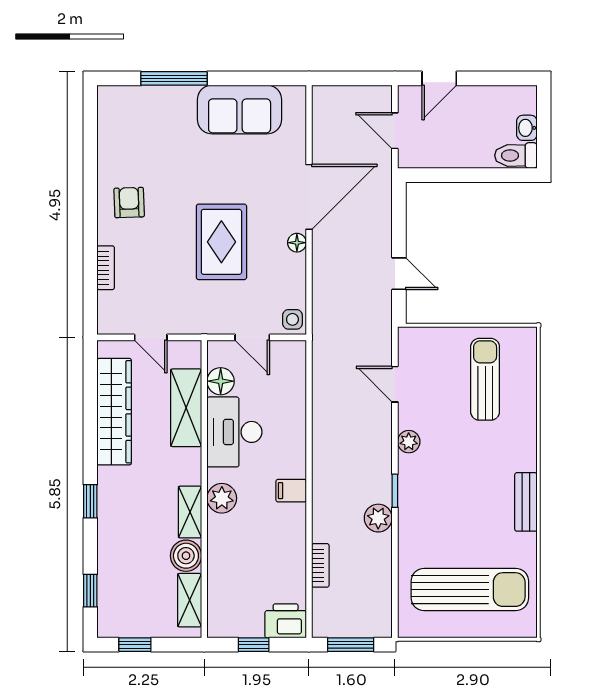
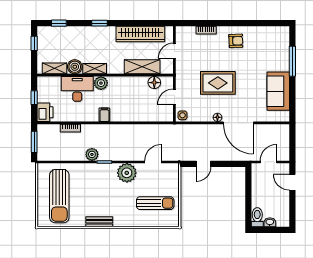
desk: (234, 432) -> (77, 89), moved
plant: (409, 442) -> (127, 173), width x1.88, depth x1.88

